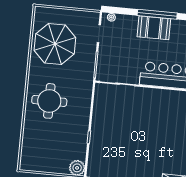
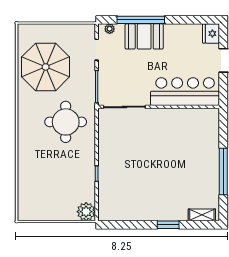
window: (157, 14) -> (141, 20), moved
booth: (154, 28) -> (144, 36), moved
round table: (49, 101) -> (66, 122), moved

